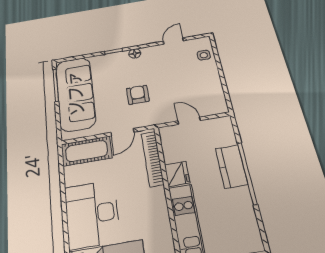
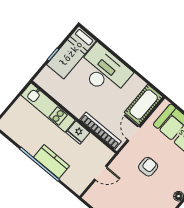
armchair: (138, 95) -> (148, 167), turned -90

